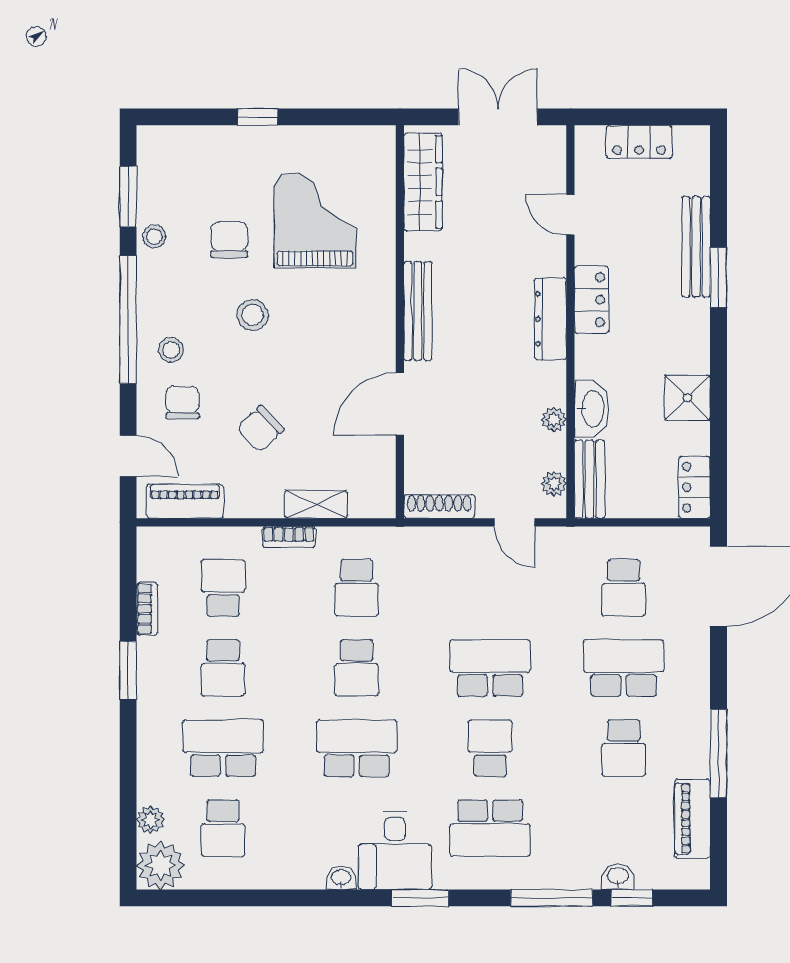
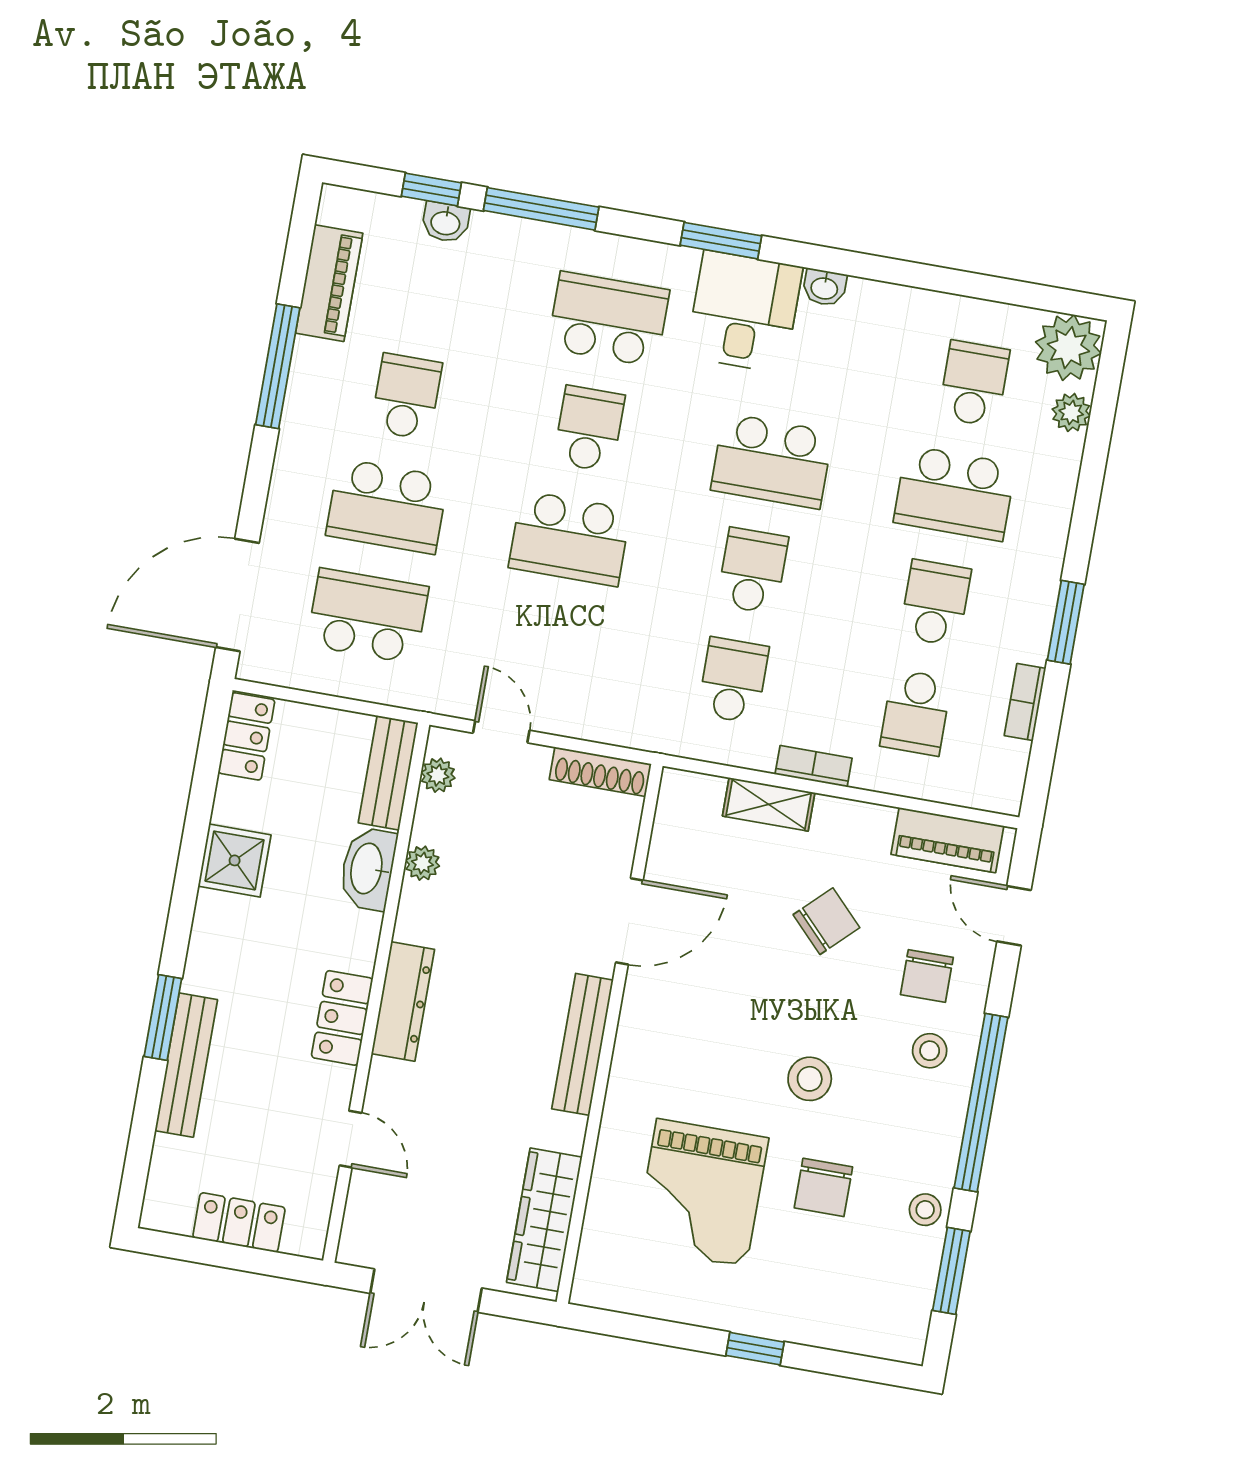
school desk: (624, 588) -> (368, 616), width x1.85
school desk: (490, 748) -> (589, 429), turned 180

